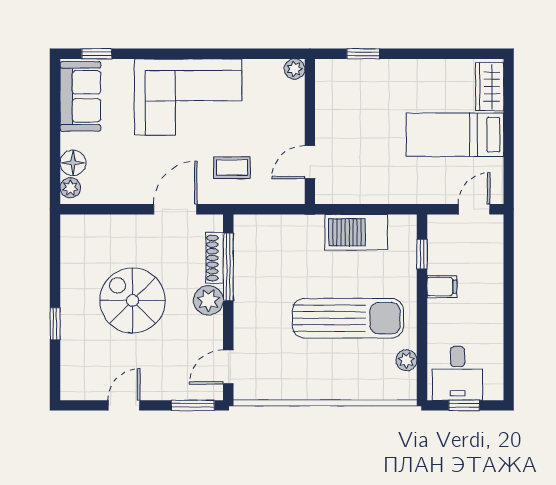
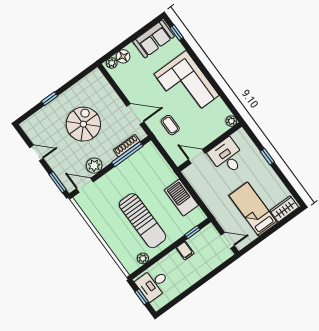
window: (363, 54) -> (267, 157), moved
desk: (344, 116) -> (227, 157), added
plant: (208, 300) -> (94, 166), moved

